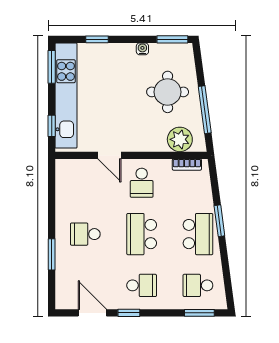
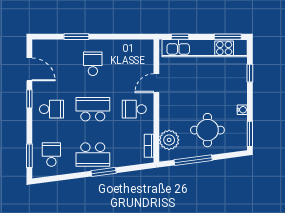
school desk: (142, 285) -> (51, 109), turned -90
door: (92, 313) -> (29, 69), hinge flipped

